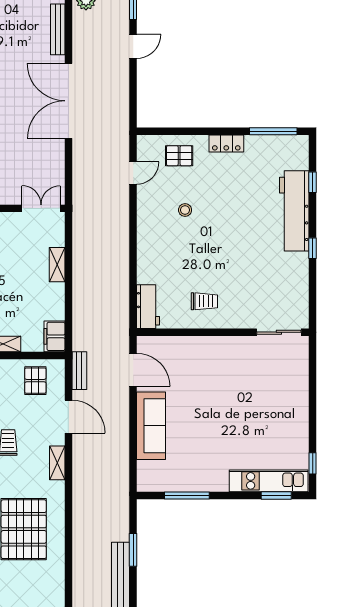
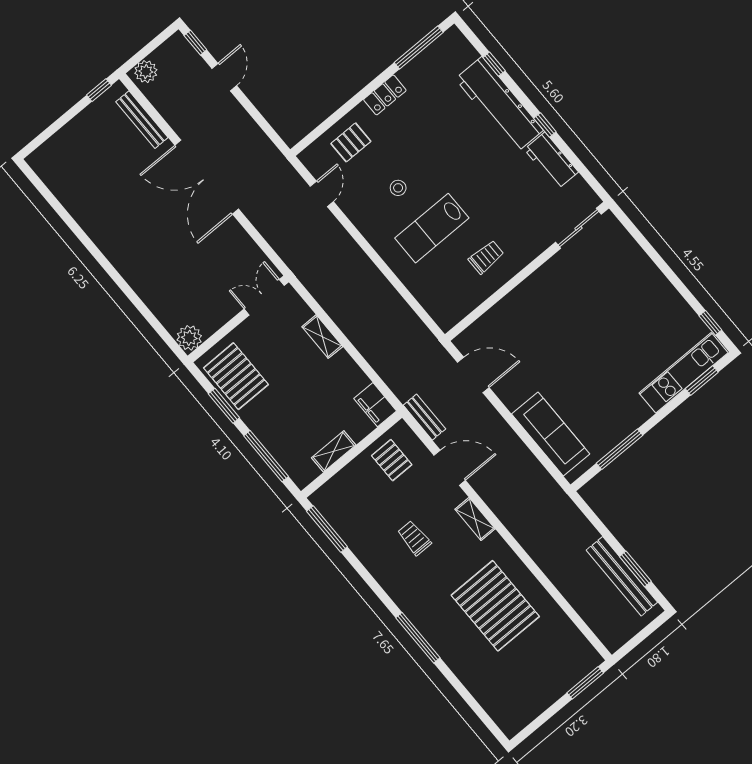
lab bench: (185, 254) -> (432, 228), added
workbench: (148, 307) -> (551, 161), moved, turned 180
sofa: (151, 426) -> (551, 434), moved
window: (133, 550) -> (635, 569), moved

